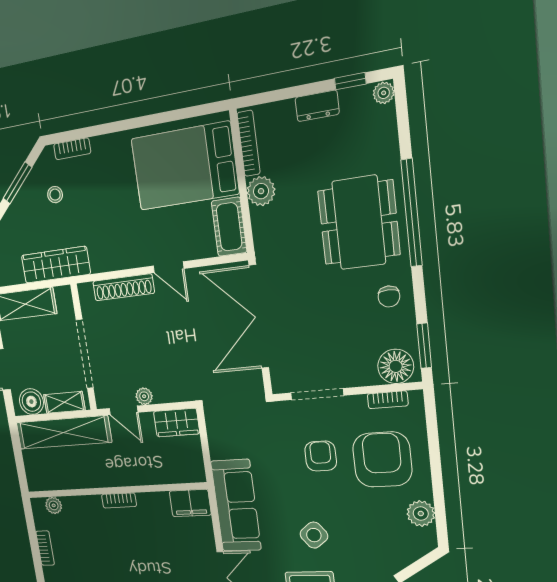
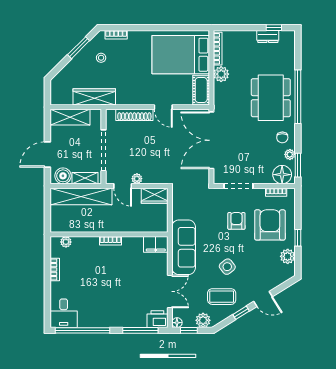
plant: (384, 93) -> (290, 154), moved
dresser: (317, 106) -> (268, 36), moved
window: (437, 480) -> (298, 238), added

